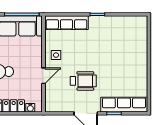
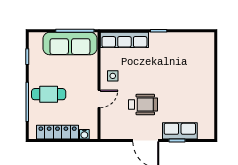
row of seats: (124, 105) -> (180, 131), width x0.68

